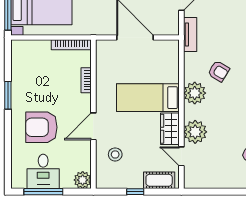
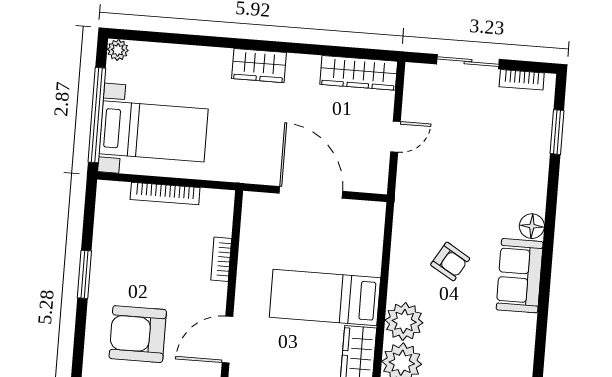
tv unit: (190, 34) -> (406, 195), removed
bookcase: (71, 45) -> (165, 194), moved
plant: (195, 93) -> (404, 321), moved

